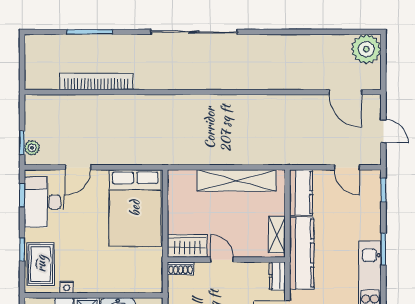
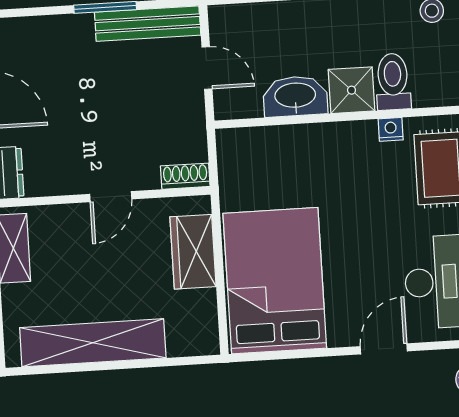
wardrobe: (187, 246) -> (193, 252), moved, turned 90
door: (222, 260) -> (111, 197), hinge flipped

